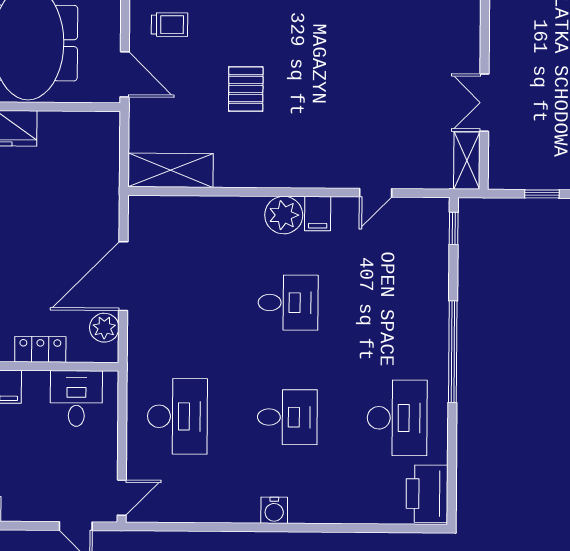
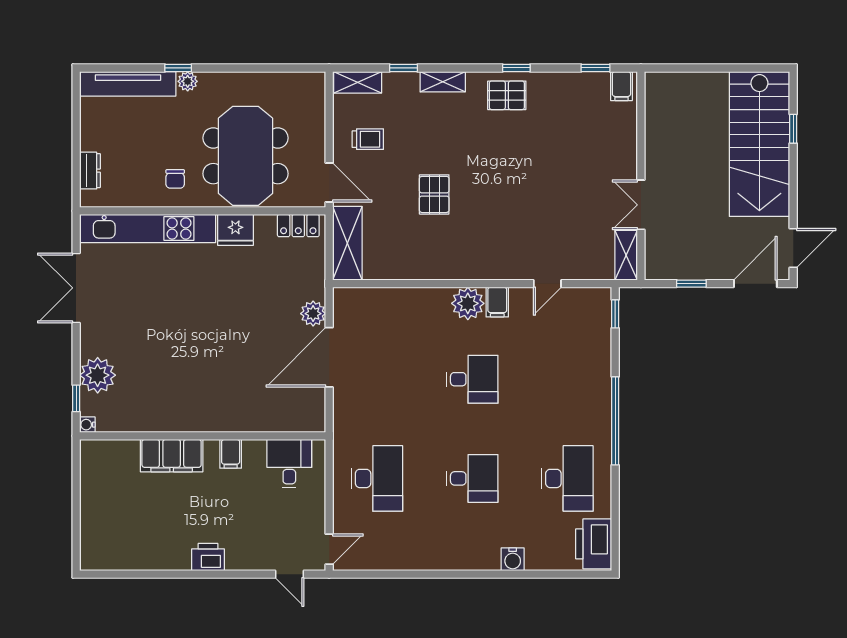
shelving: (171, 170) -> (347, 243), moved, turned 90
plant: (104, 328) -> (313, 314), moved
locker: (40, 349) -> (298, 226), moved, turned 180
water cooler: (274, 510) -> (513, 559), moved

